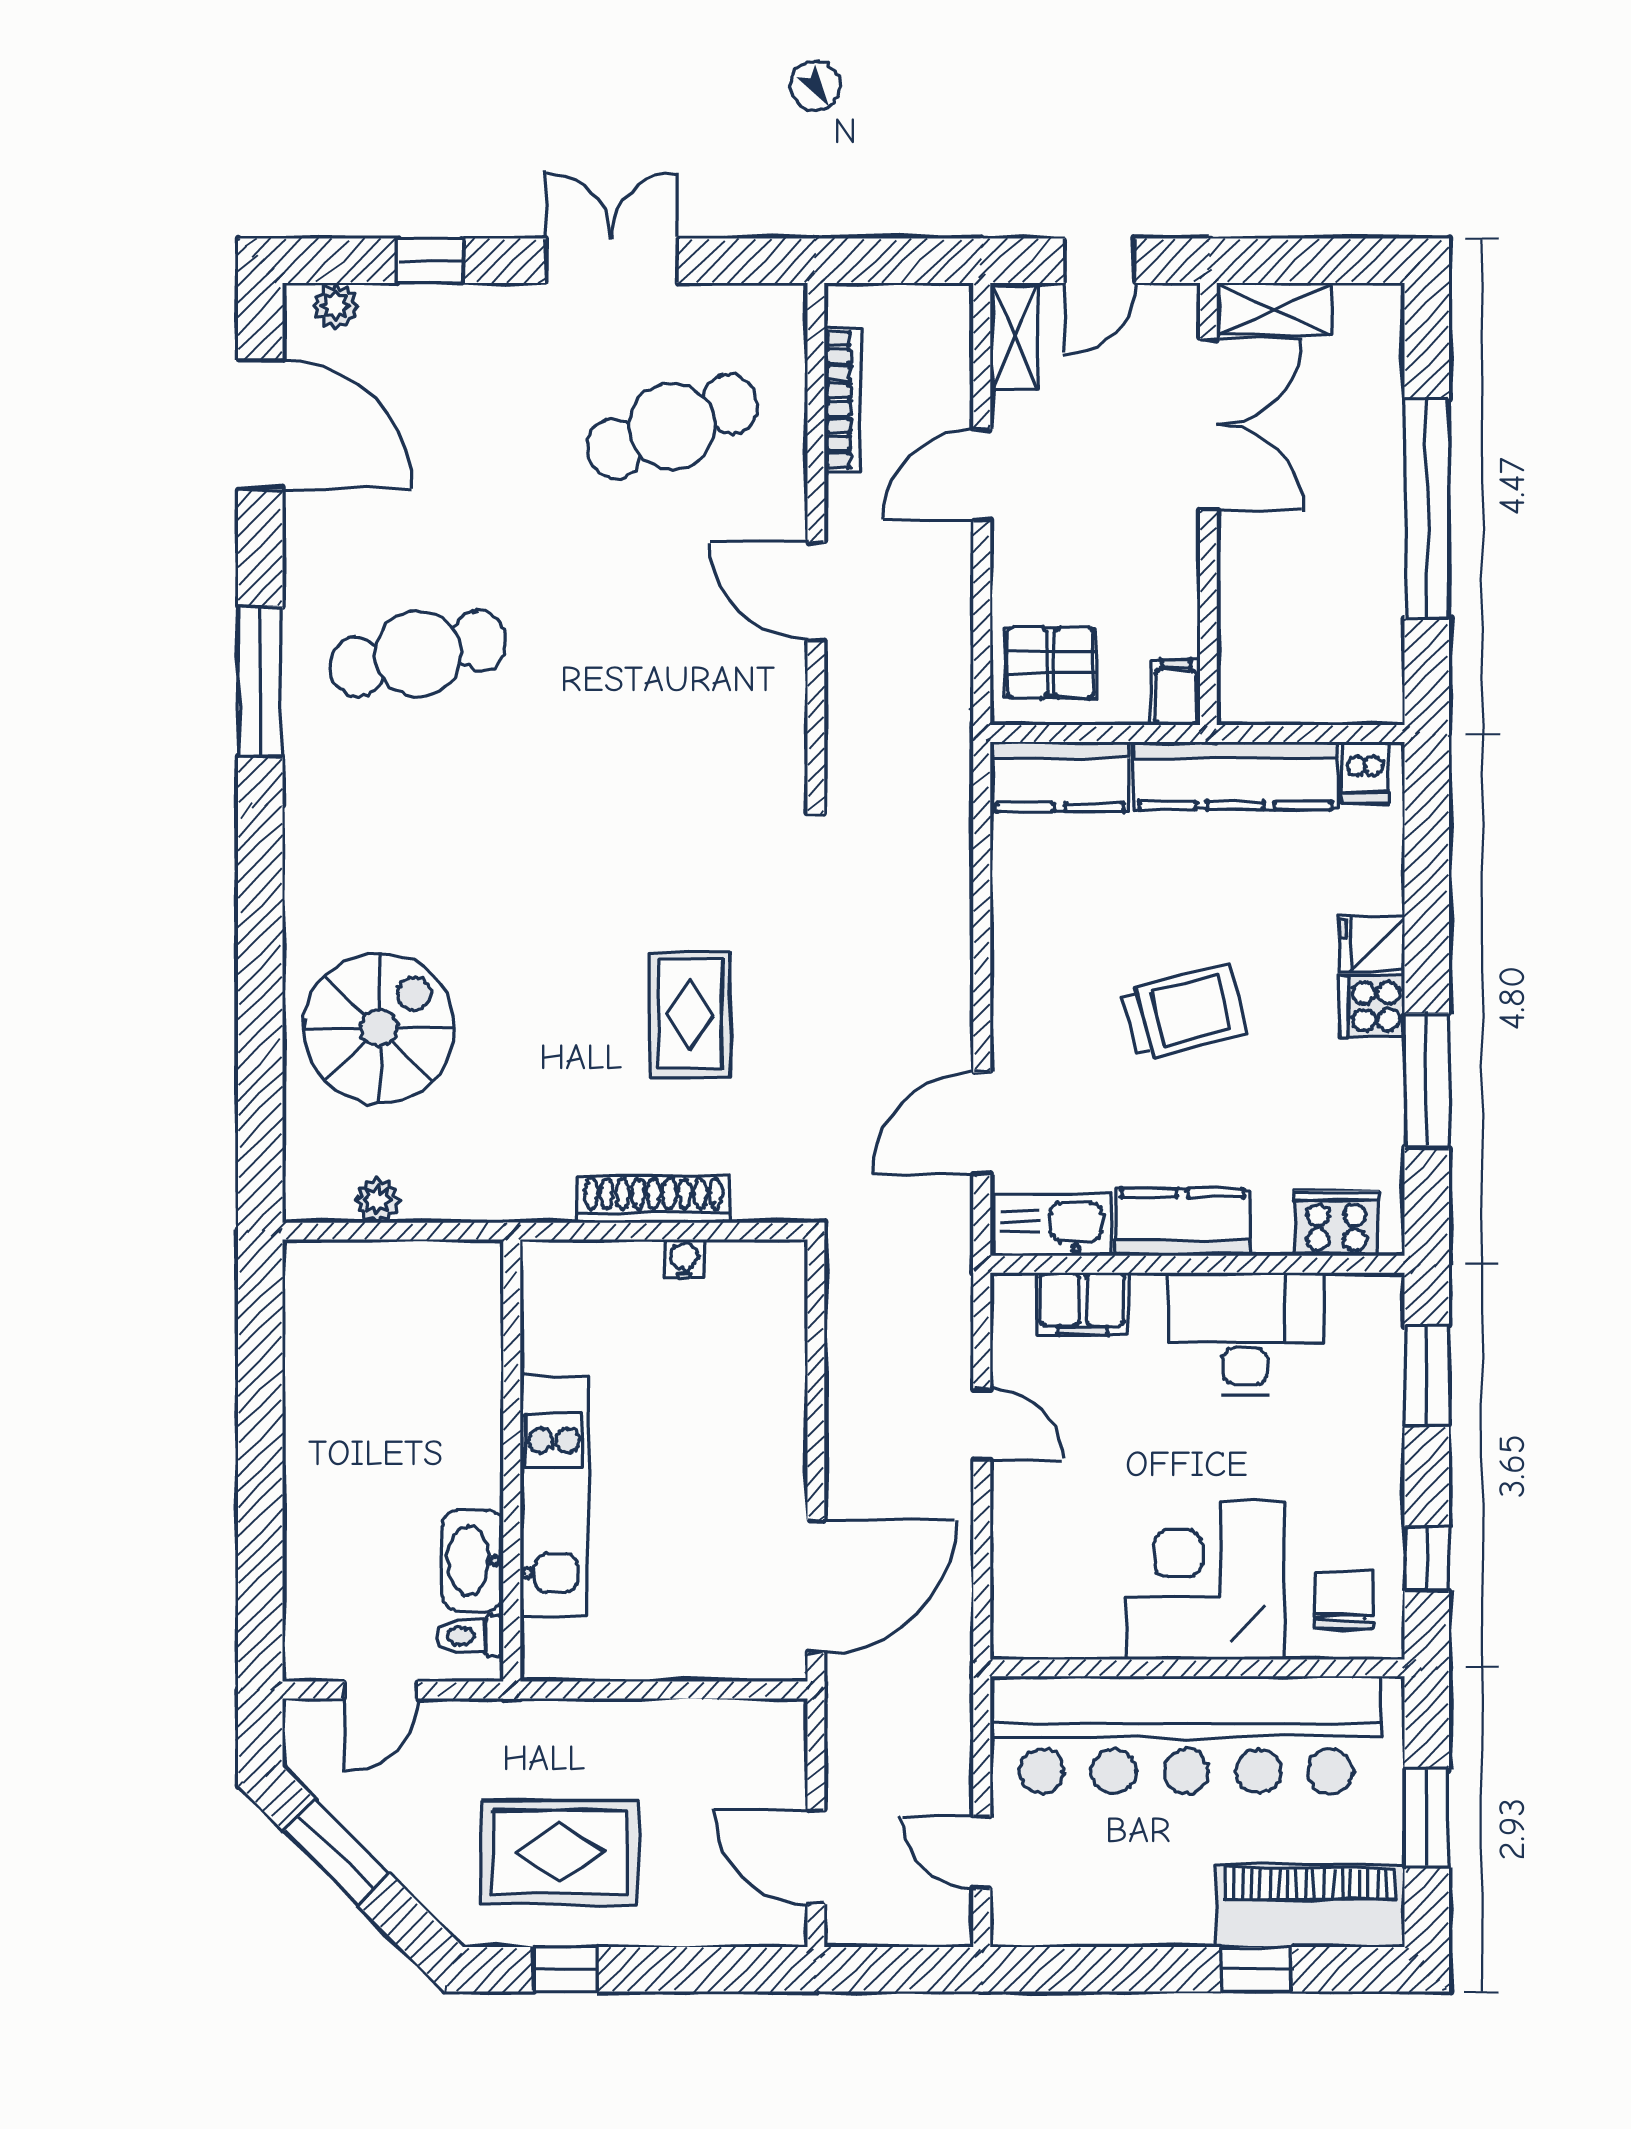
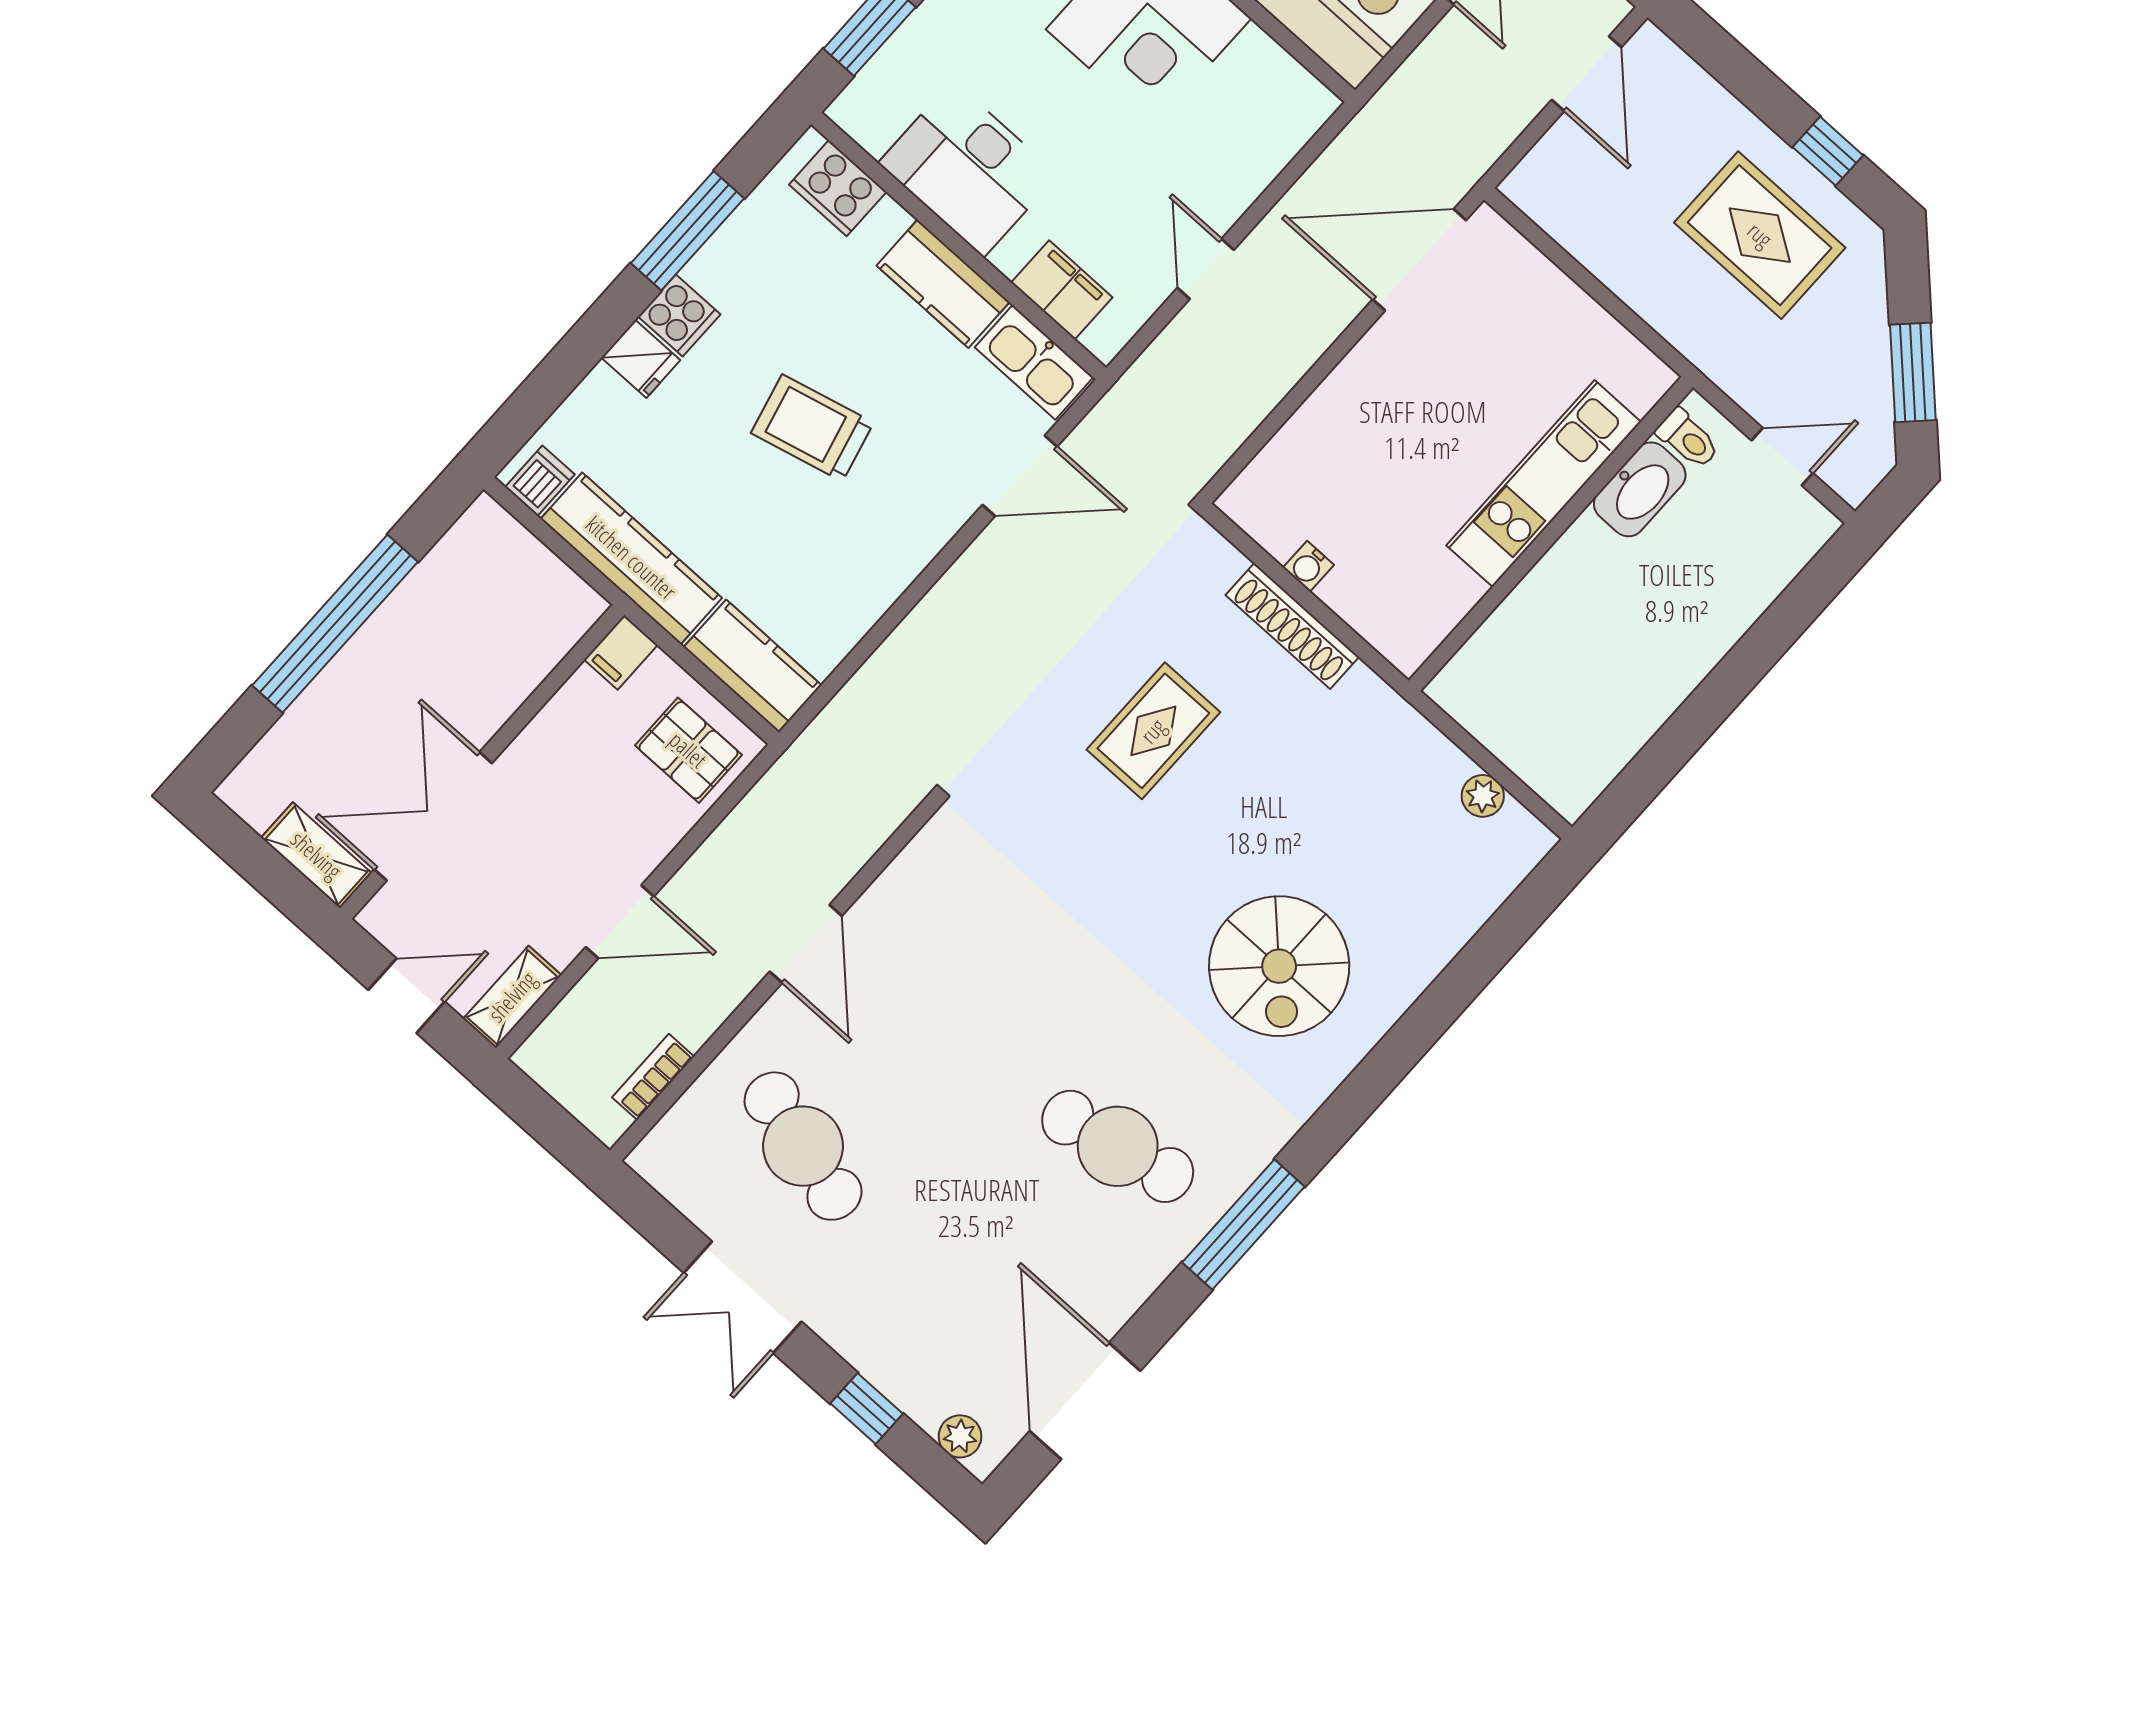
bookcase: (843, 400) -> (653, 1077), width x0.64
cafe table: (672, 426) -> (803, 1146), turned 36
spiral stairs: (379, 1028) -> (1279, 966), moved, turned -90

